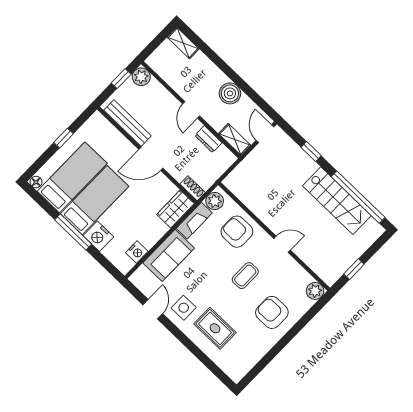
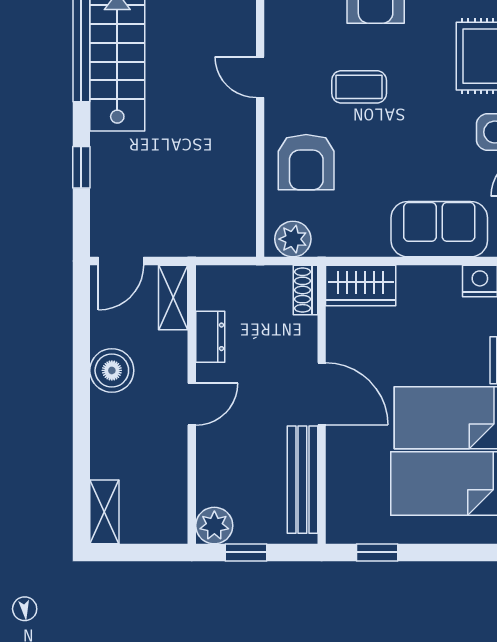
window: (63, 138) -> (377, 552), moved
fireplace: (194, 221) -> (351, 241), removed

